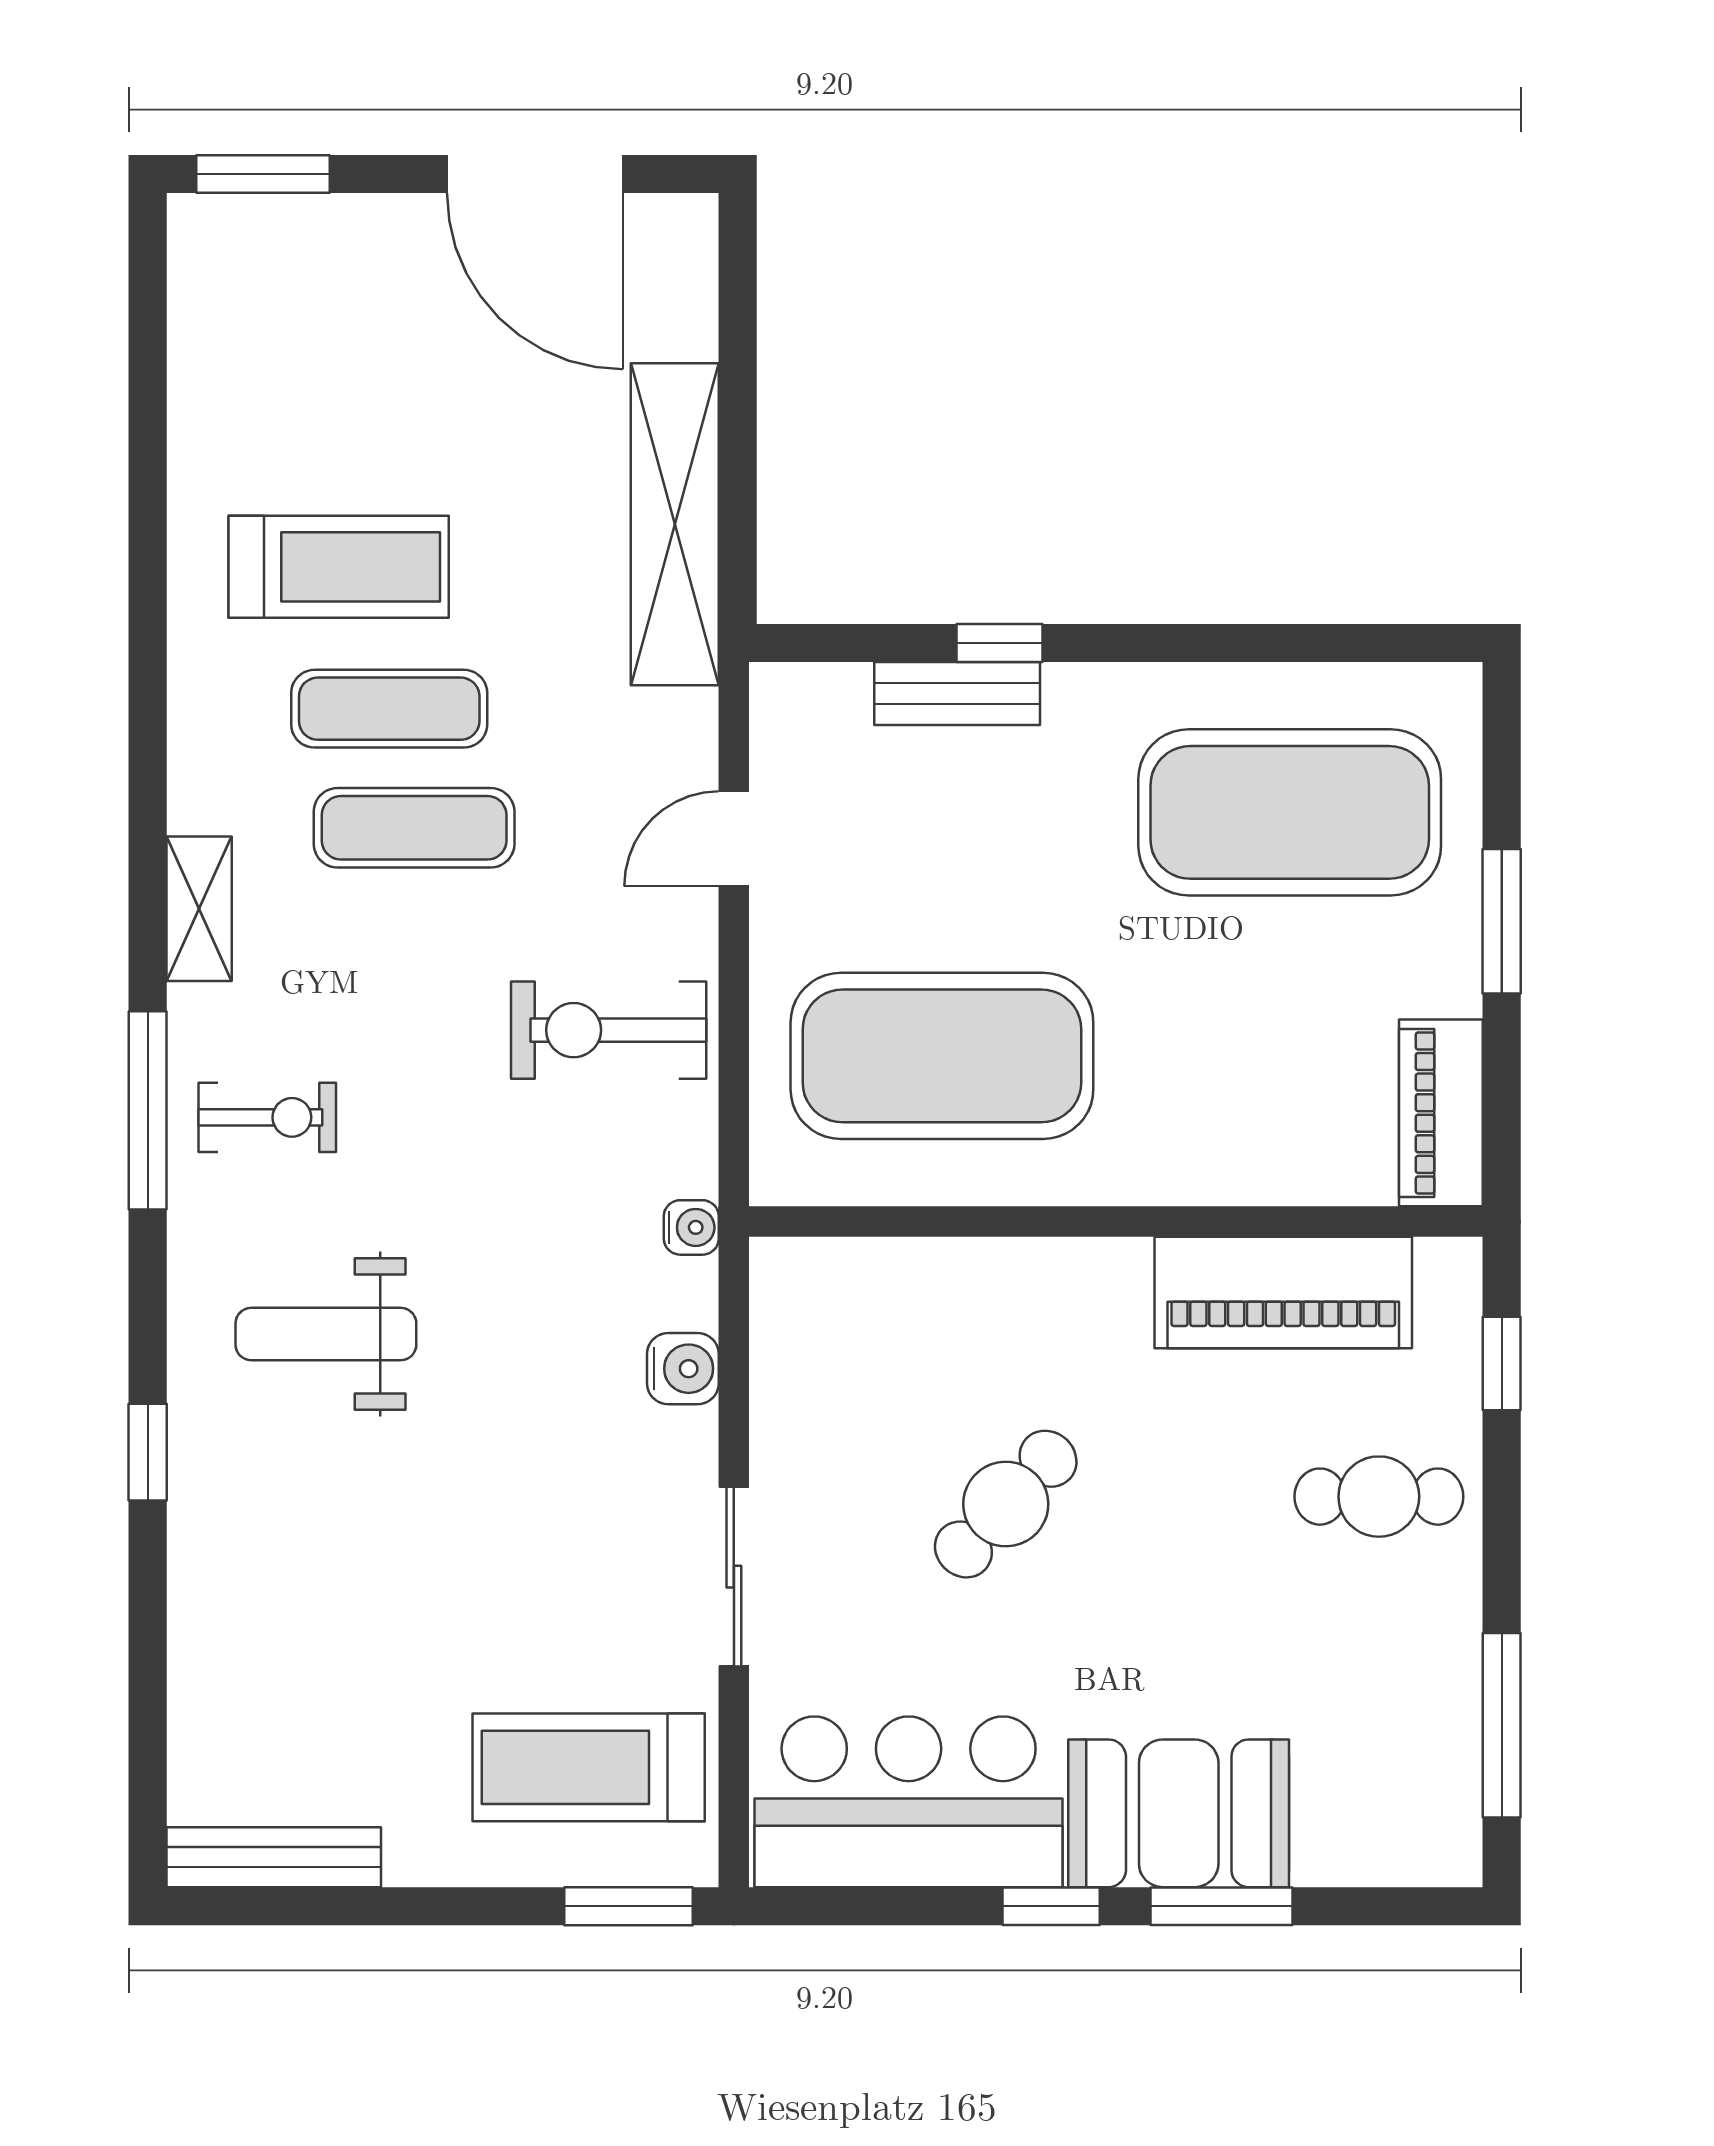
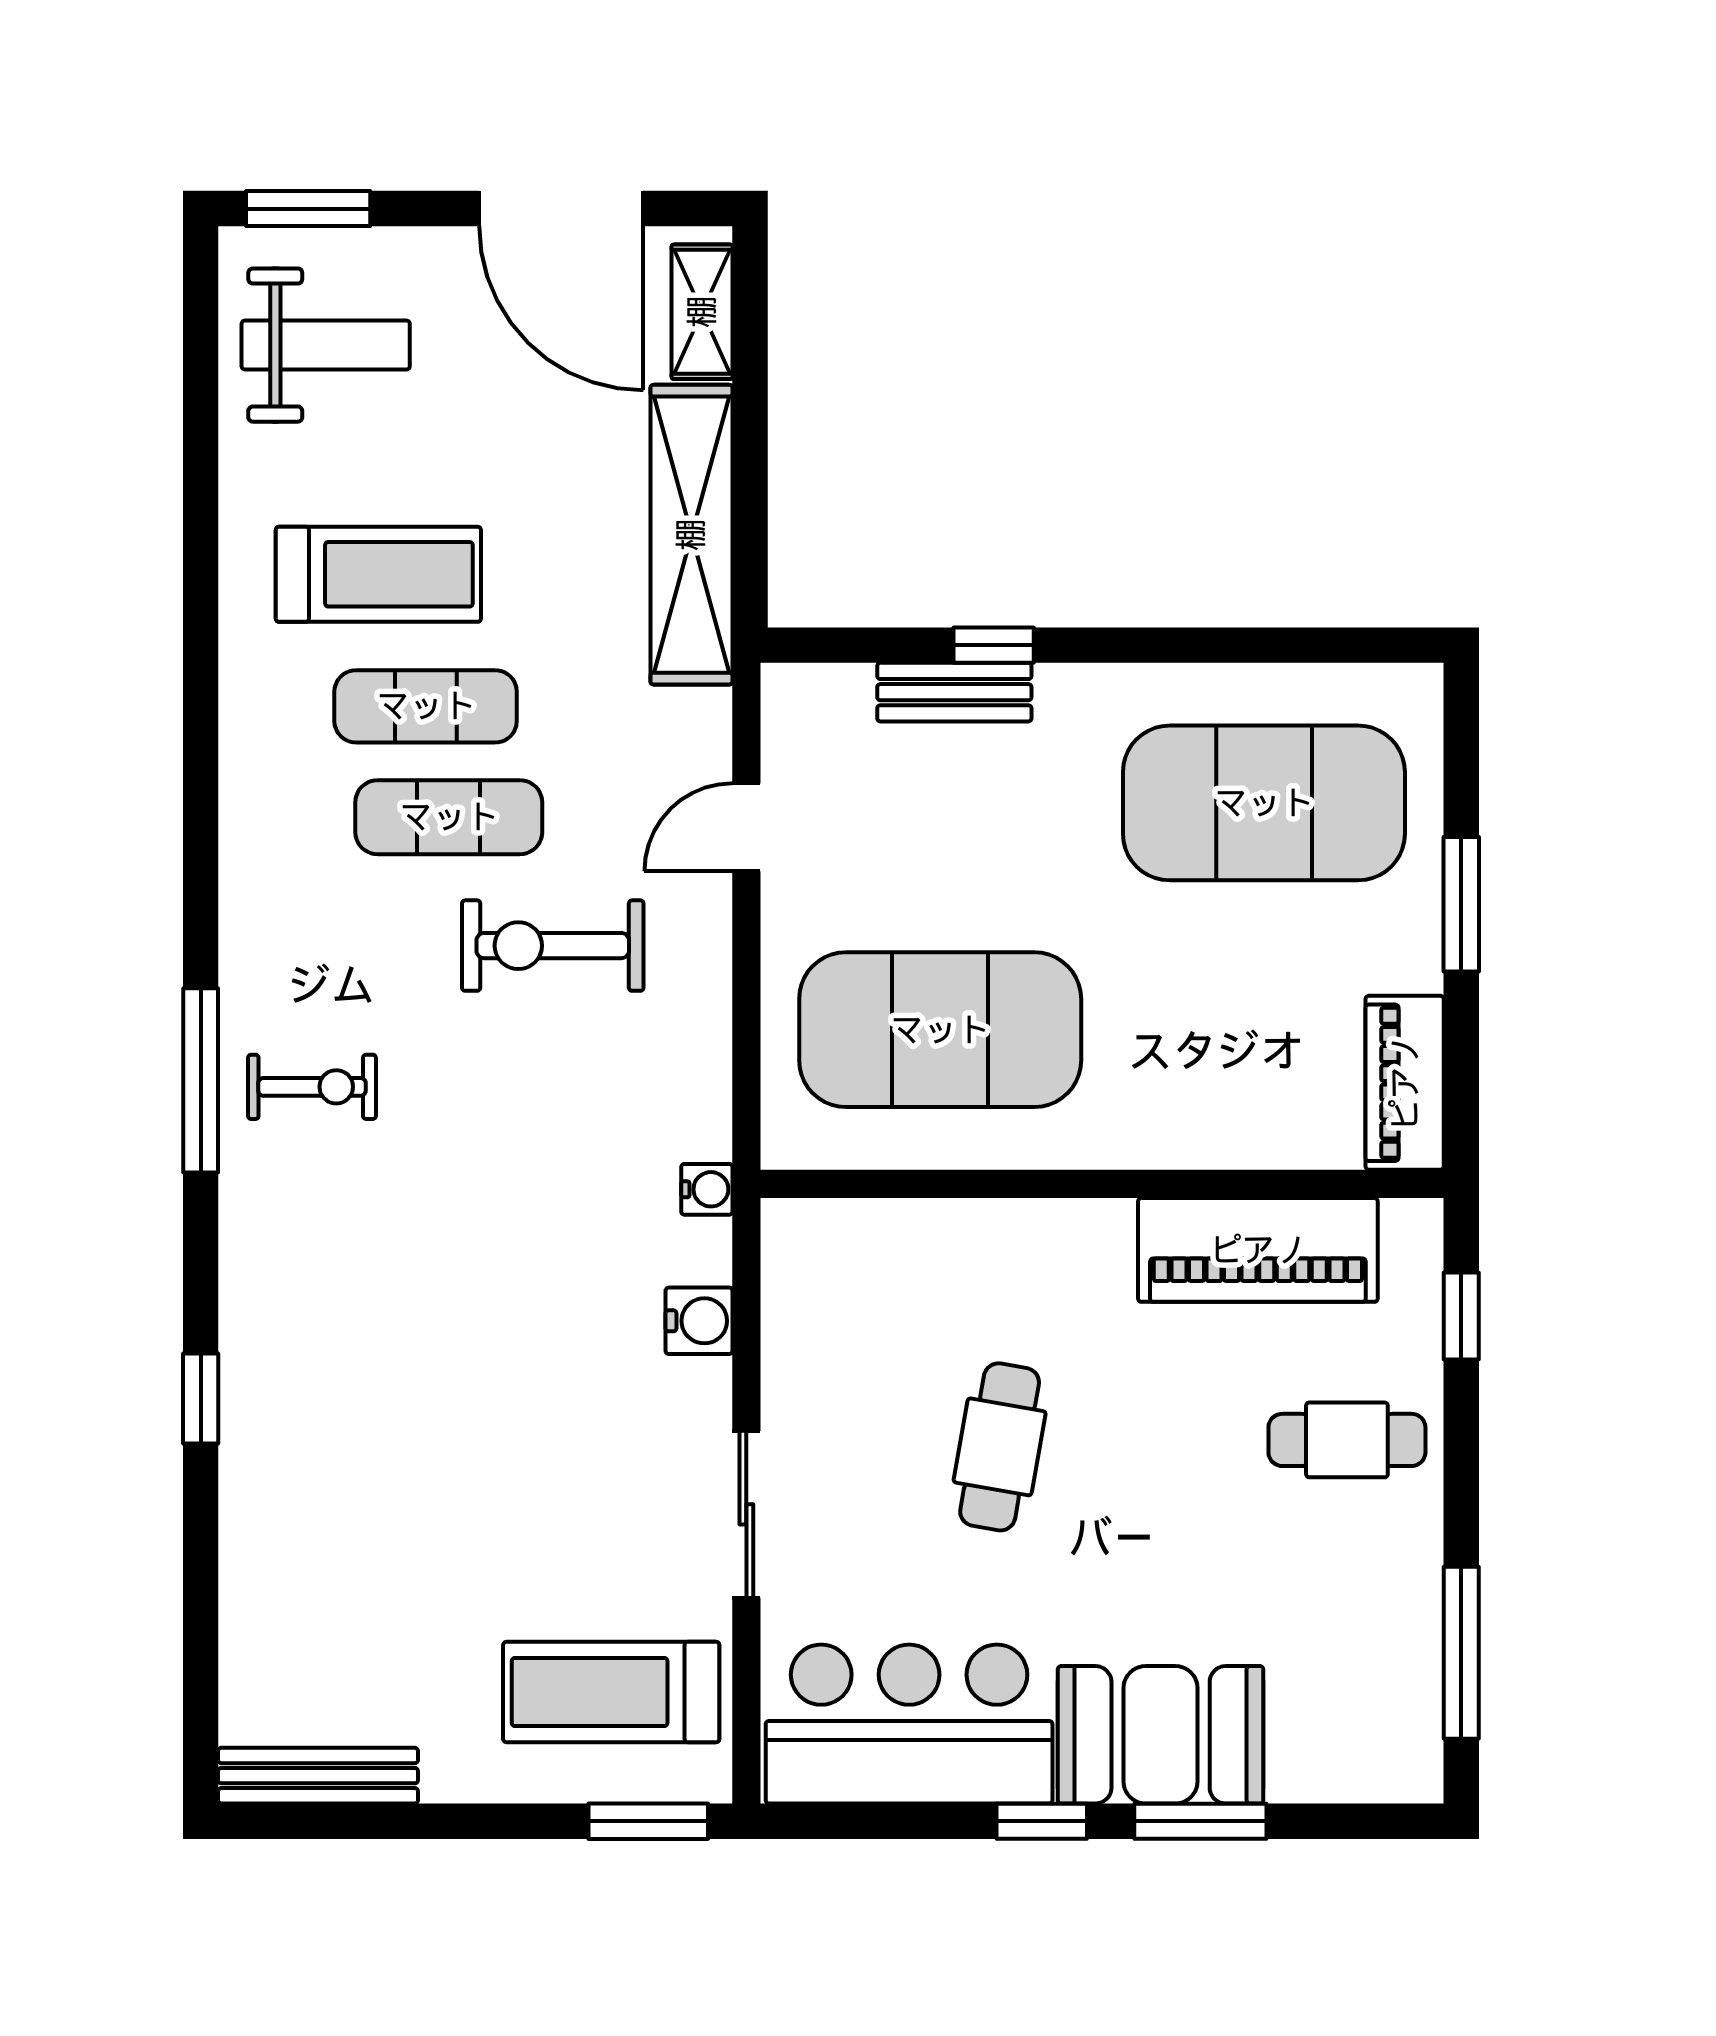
shelving: (199, 909) -> (702, 312), moved
exercise bike: (609, 1030) -> (553, 946), moved
weight bench: (326, 1334) -> (326, 345), moved, turned 180
cafe table: (1006, 1504) -> (1000, 1447), turned -33

